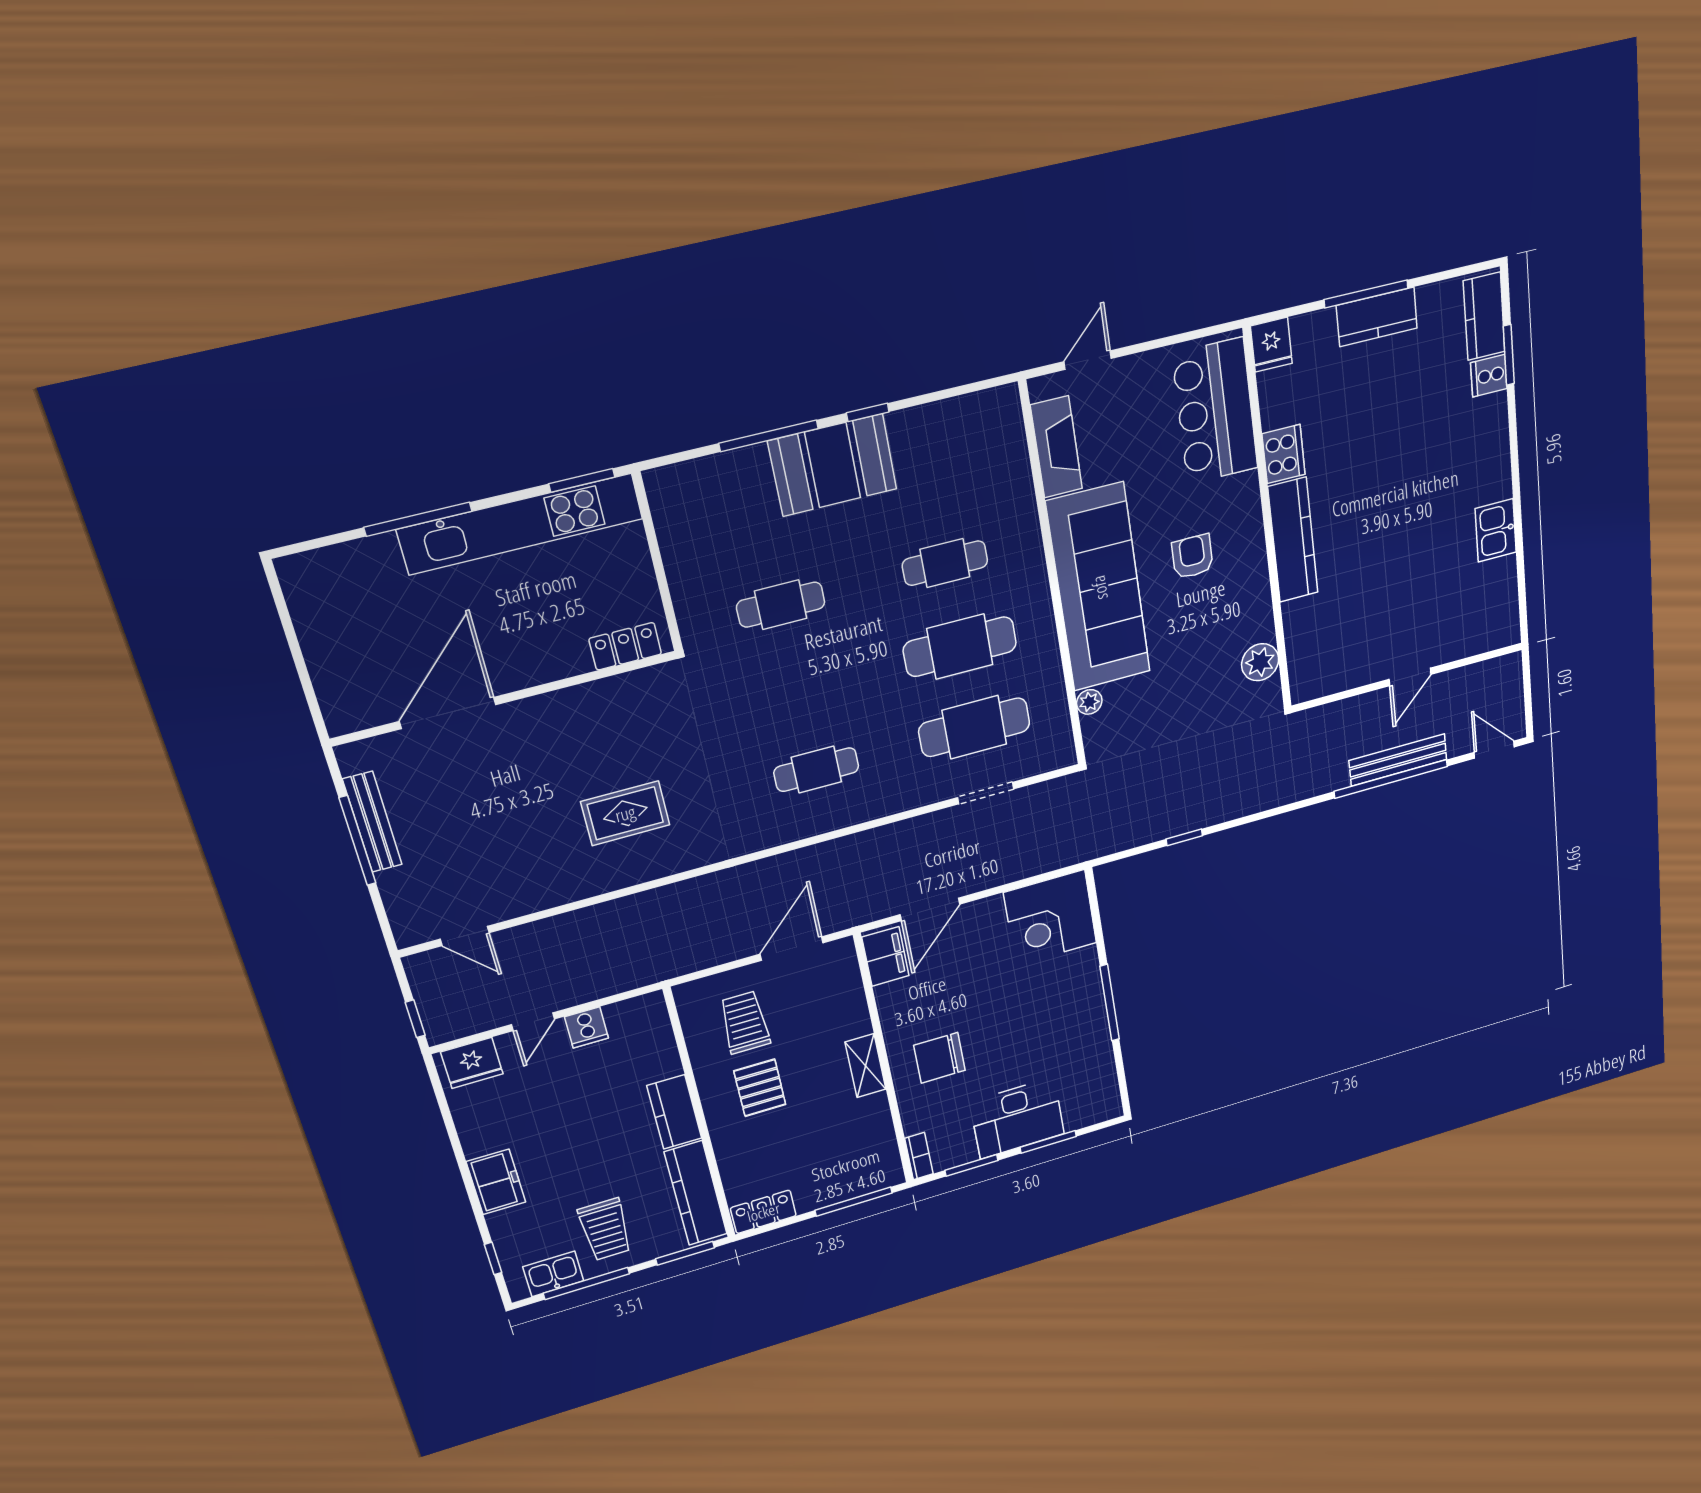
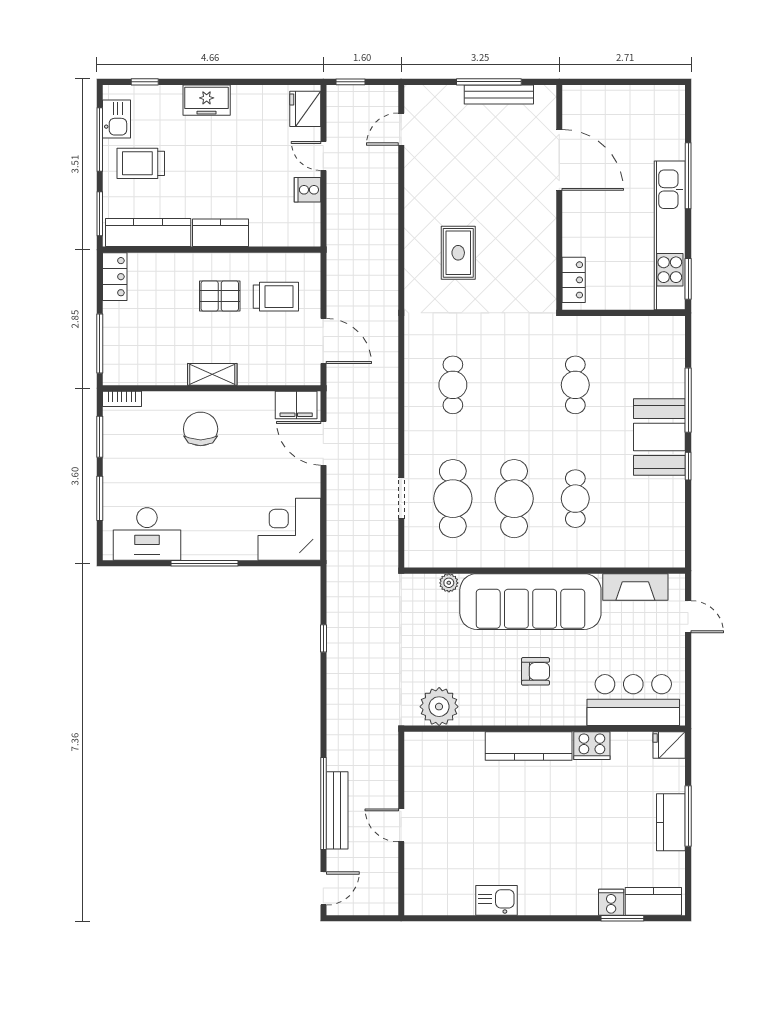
plant: (1260, 662) -> (439, 707), width x1.36, depth x1.36
desk: (1017, 1118) -> (147, 534), moved, turned -90

